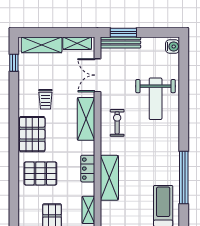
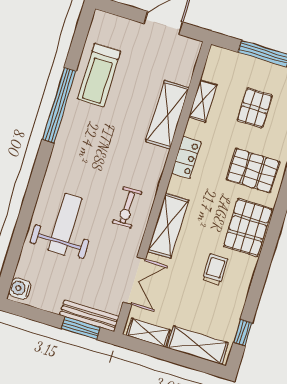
shelving: (109, 178) -> (167, 115), moved

